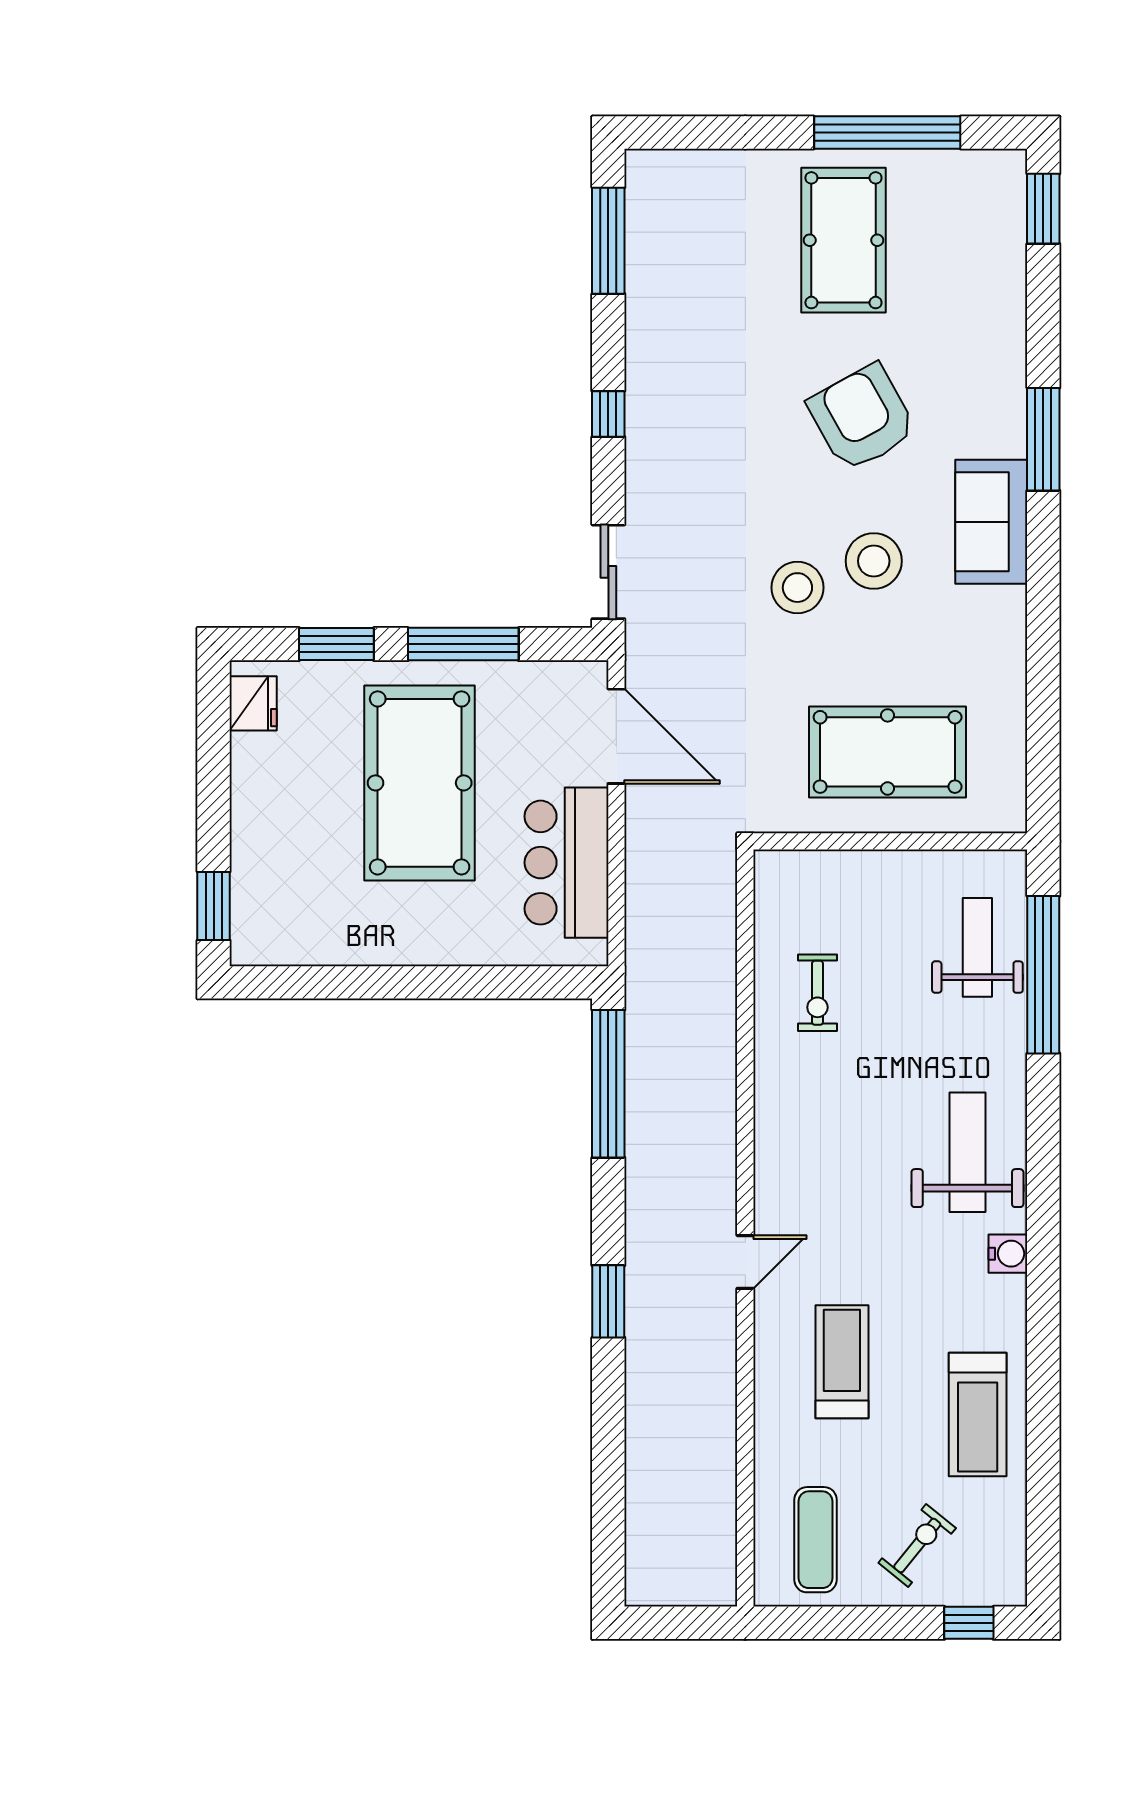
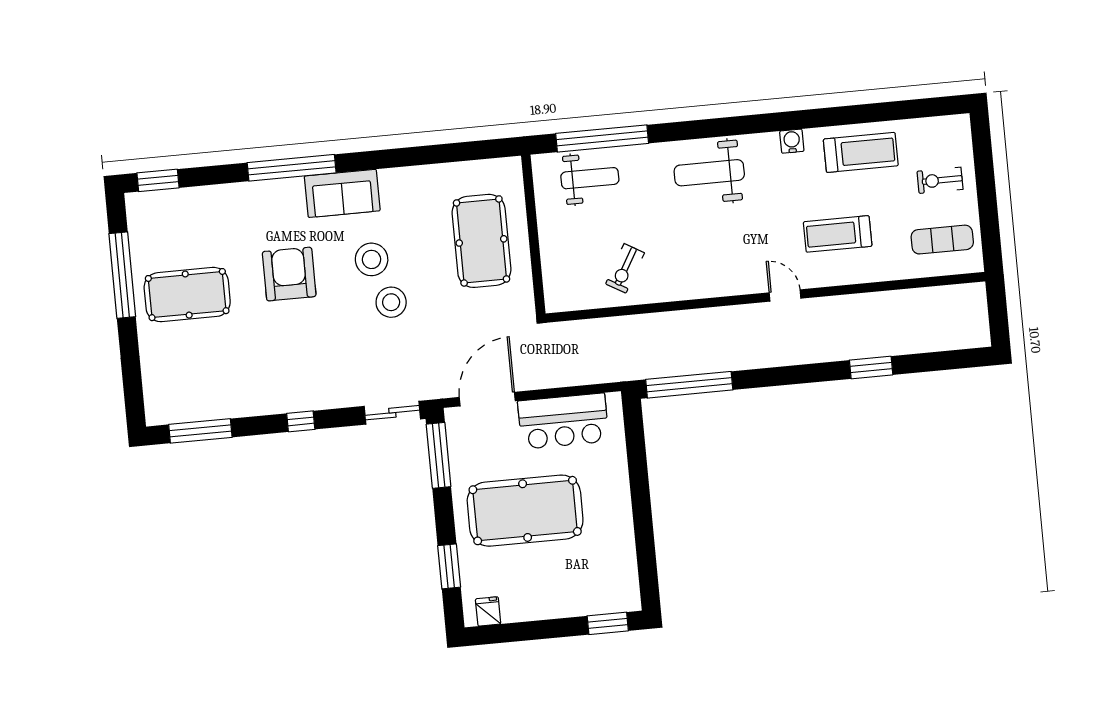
armchair: (862, 418) -> (289, 274), turned 119
window: (1043, 439) -> (292, 168), width x1.46
window: (463, 644) -> (439, 455), moved
fridge: (253, 703) -> (488, 611), width x0.72
weight bench: (977, 947) -> (590, 178), turned 180
exercise bike: (817, 993) -> (625, 268), turned 120
water cooler: (1008, 1254) -> (792, 141), moved
window: (608, 1301) -> (871, 367), moved
exercise bike: (917, 1545) -> (940, 180), turned -39
window: (969, 1623) -> (982, 146), removed

